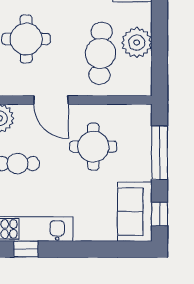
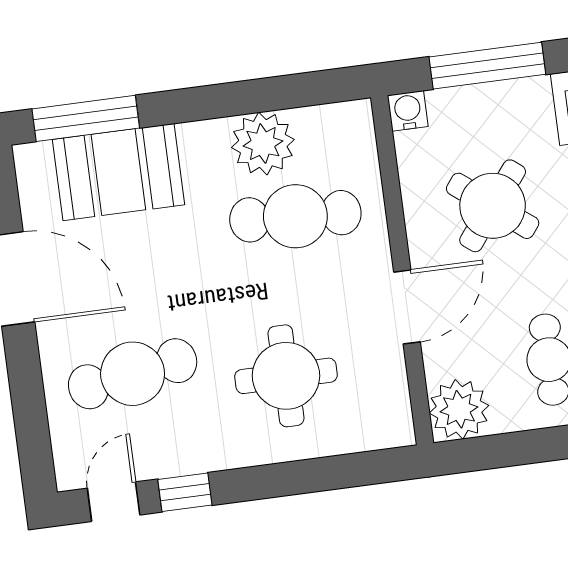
water cooler: (143, 113) -> (408, 111), added
round table: (93, 147) -> (493, 206), turned 38

